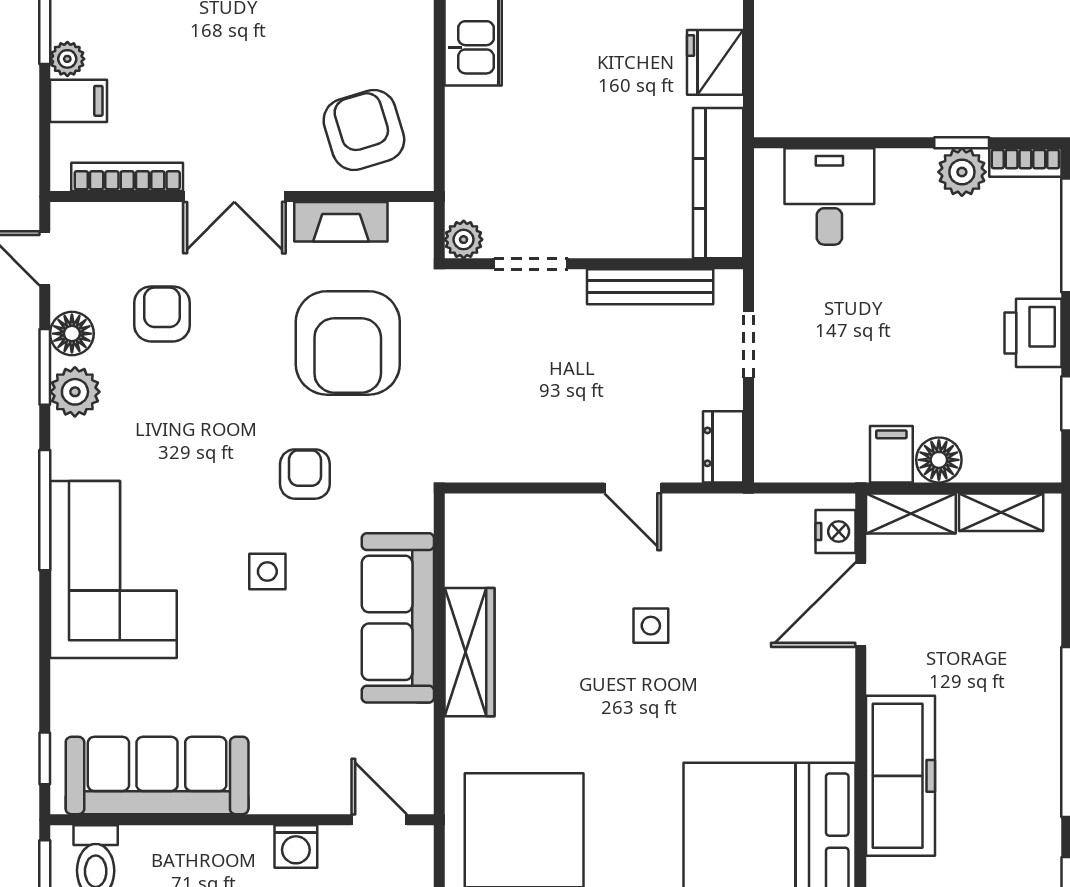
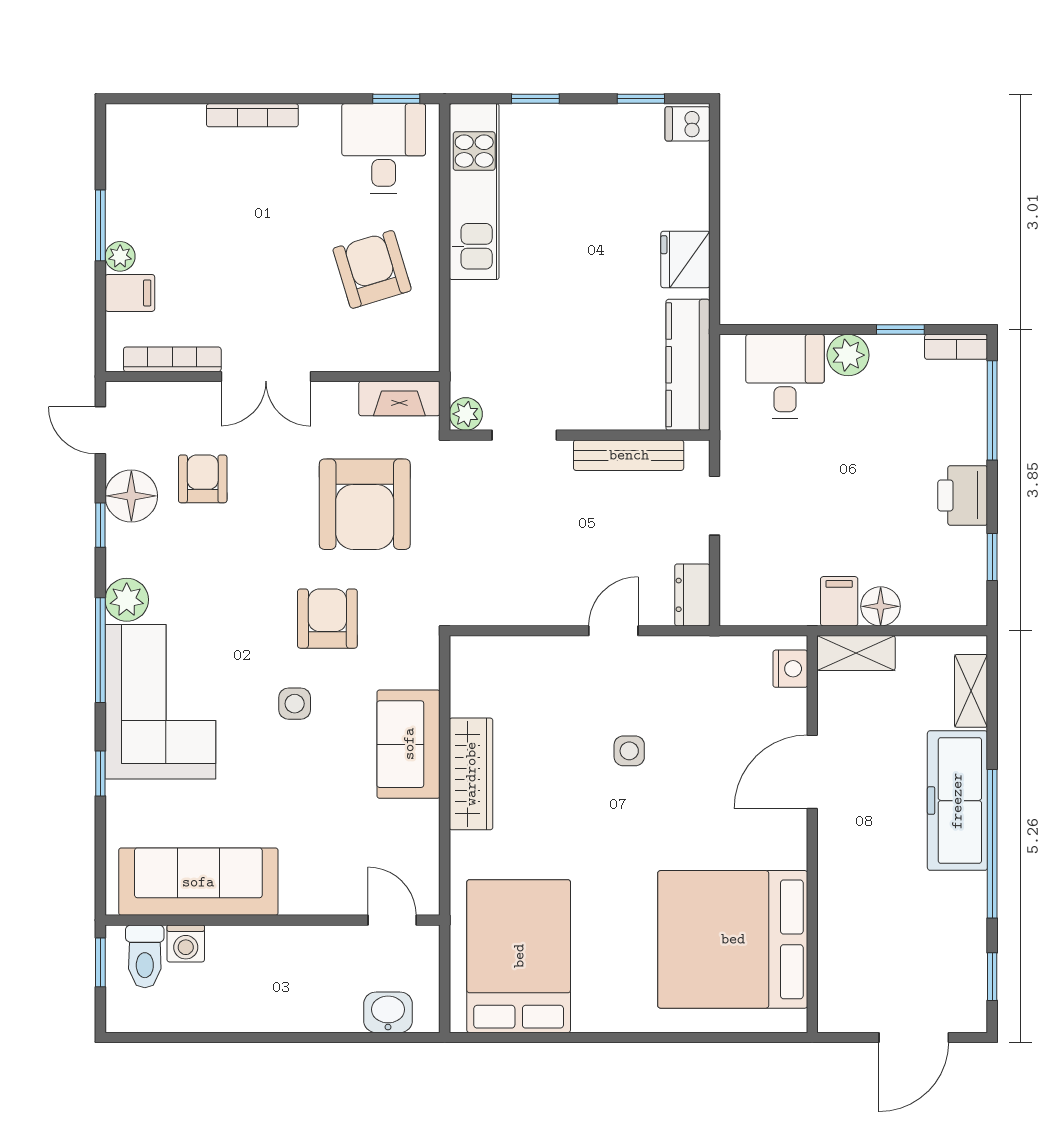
armchair: (364, 130) -> (372, 269), moved
plant: (962, 172) -> (848, 355), moved
fireplace: (341, 222) -> (399, 398), moved
floor lamp: (72, 334) -> (131, 496), width x1.38, depth x1.38
window: (45, 367) -> (100, 525), width x0.67
plant: (75, 392) -> (127, 600), moved
armchair: (305, 474) -> (327, 619), width x1.38, depth x1.38
door: (633, 488) -> (613, 631), swing flipped
shelving: (1001, 512) -> (971, 691), moved, turned 90
door: (861, 605) -> (812, 772), moved
sofa: (398, 618) -> (409, 744), width x0.73
window: (45, 758) -> (100, 773), moved
freezer: (900, 776) -> (957, 801), moved, turned 180
washing machine: (296, 846) -> (186, 943), moved

